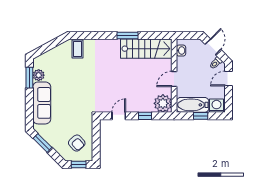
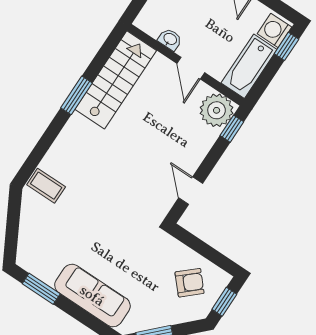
washbasin: (181, 51) -> (170, 39), moved
plant: (39, 75) -> (47, 272), removed
window: (145, 116) -> (232, 129), moved
window: (201, 116) -> (286, 46), moved

